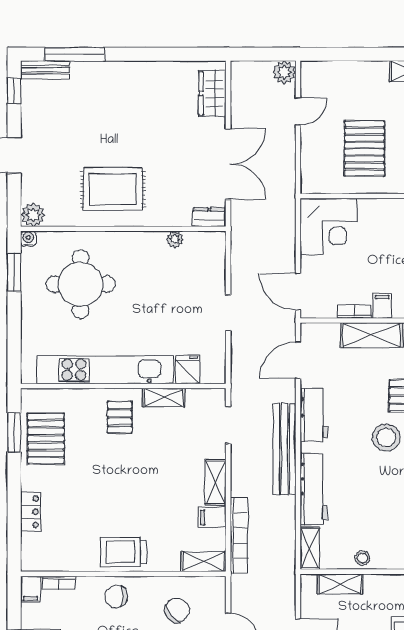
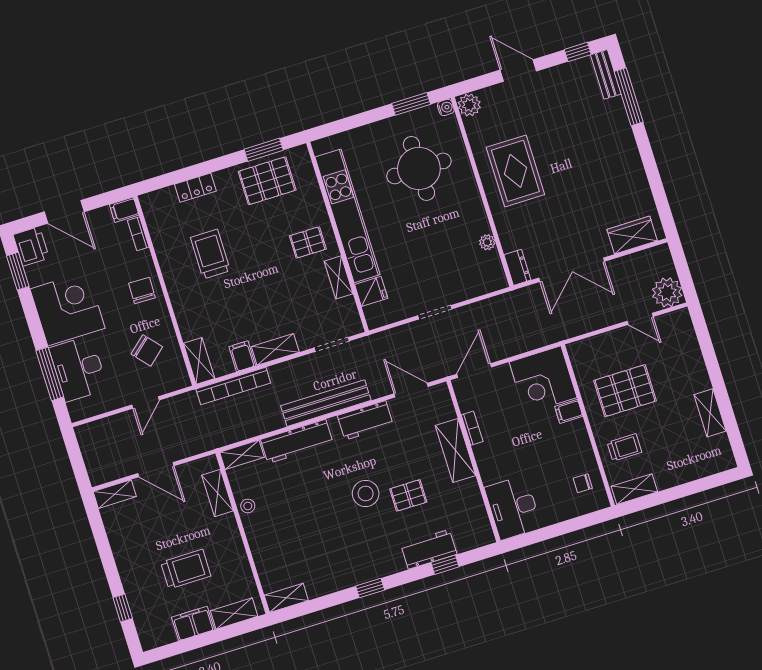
plant: (284, 72) -> (667, 292), width x1.36, depth x1.36
filing cabinet: (382, 306) -> (569, 411), moved, turned 180
trolley: (124, 552) -> (210, 254), moved

